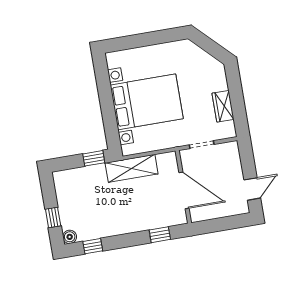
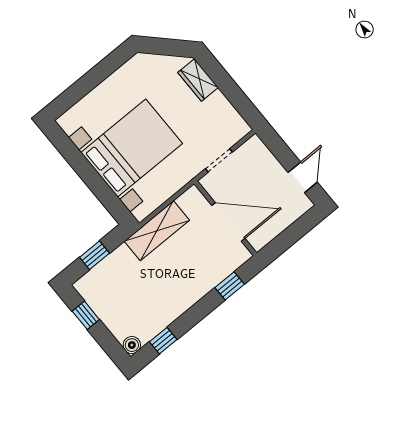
wardrobe: (223, 106) -> (198, 80), moved
window: (94, 158) -> (95, 255), moved
window: (53, 218) -> (86, 315), moved

